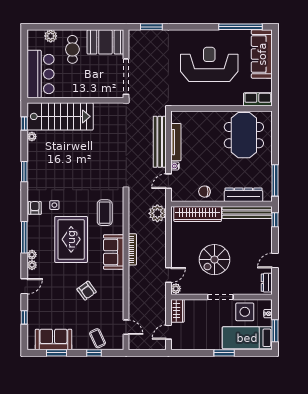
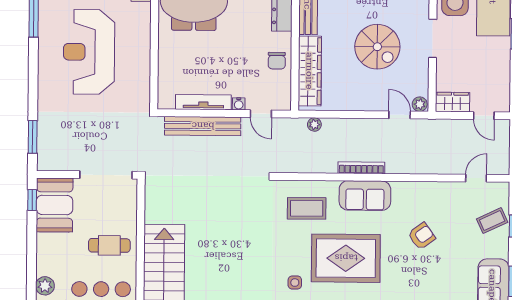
window: (109, 27) -> (32, 200), added
cafe table: (72, 49) -> (109, 245), moved
plant: (157, 213) -> (314, 124), width x0.53, depth x0.53

